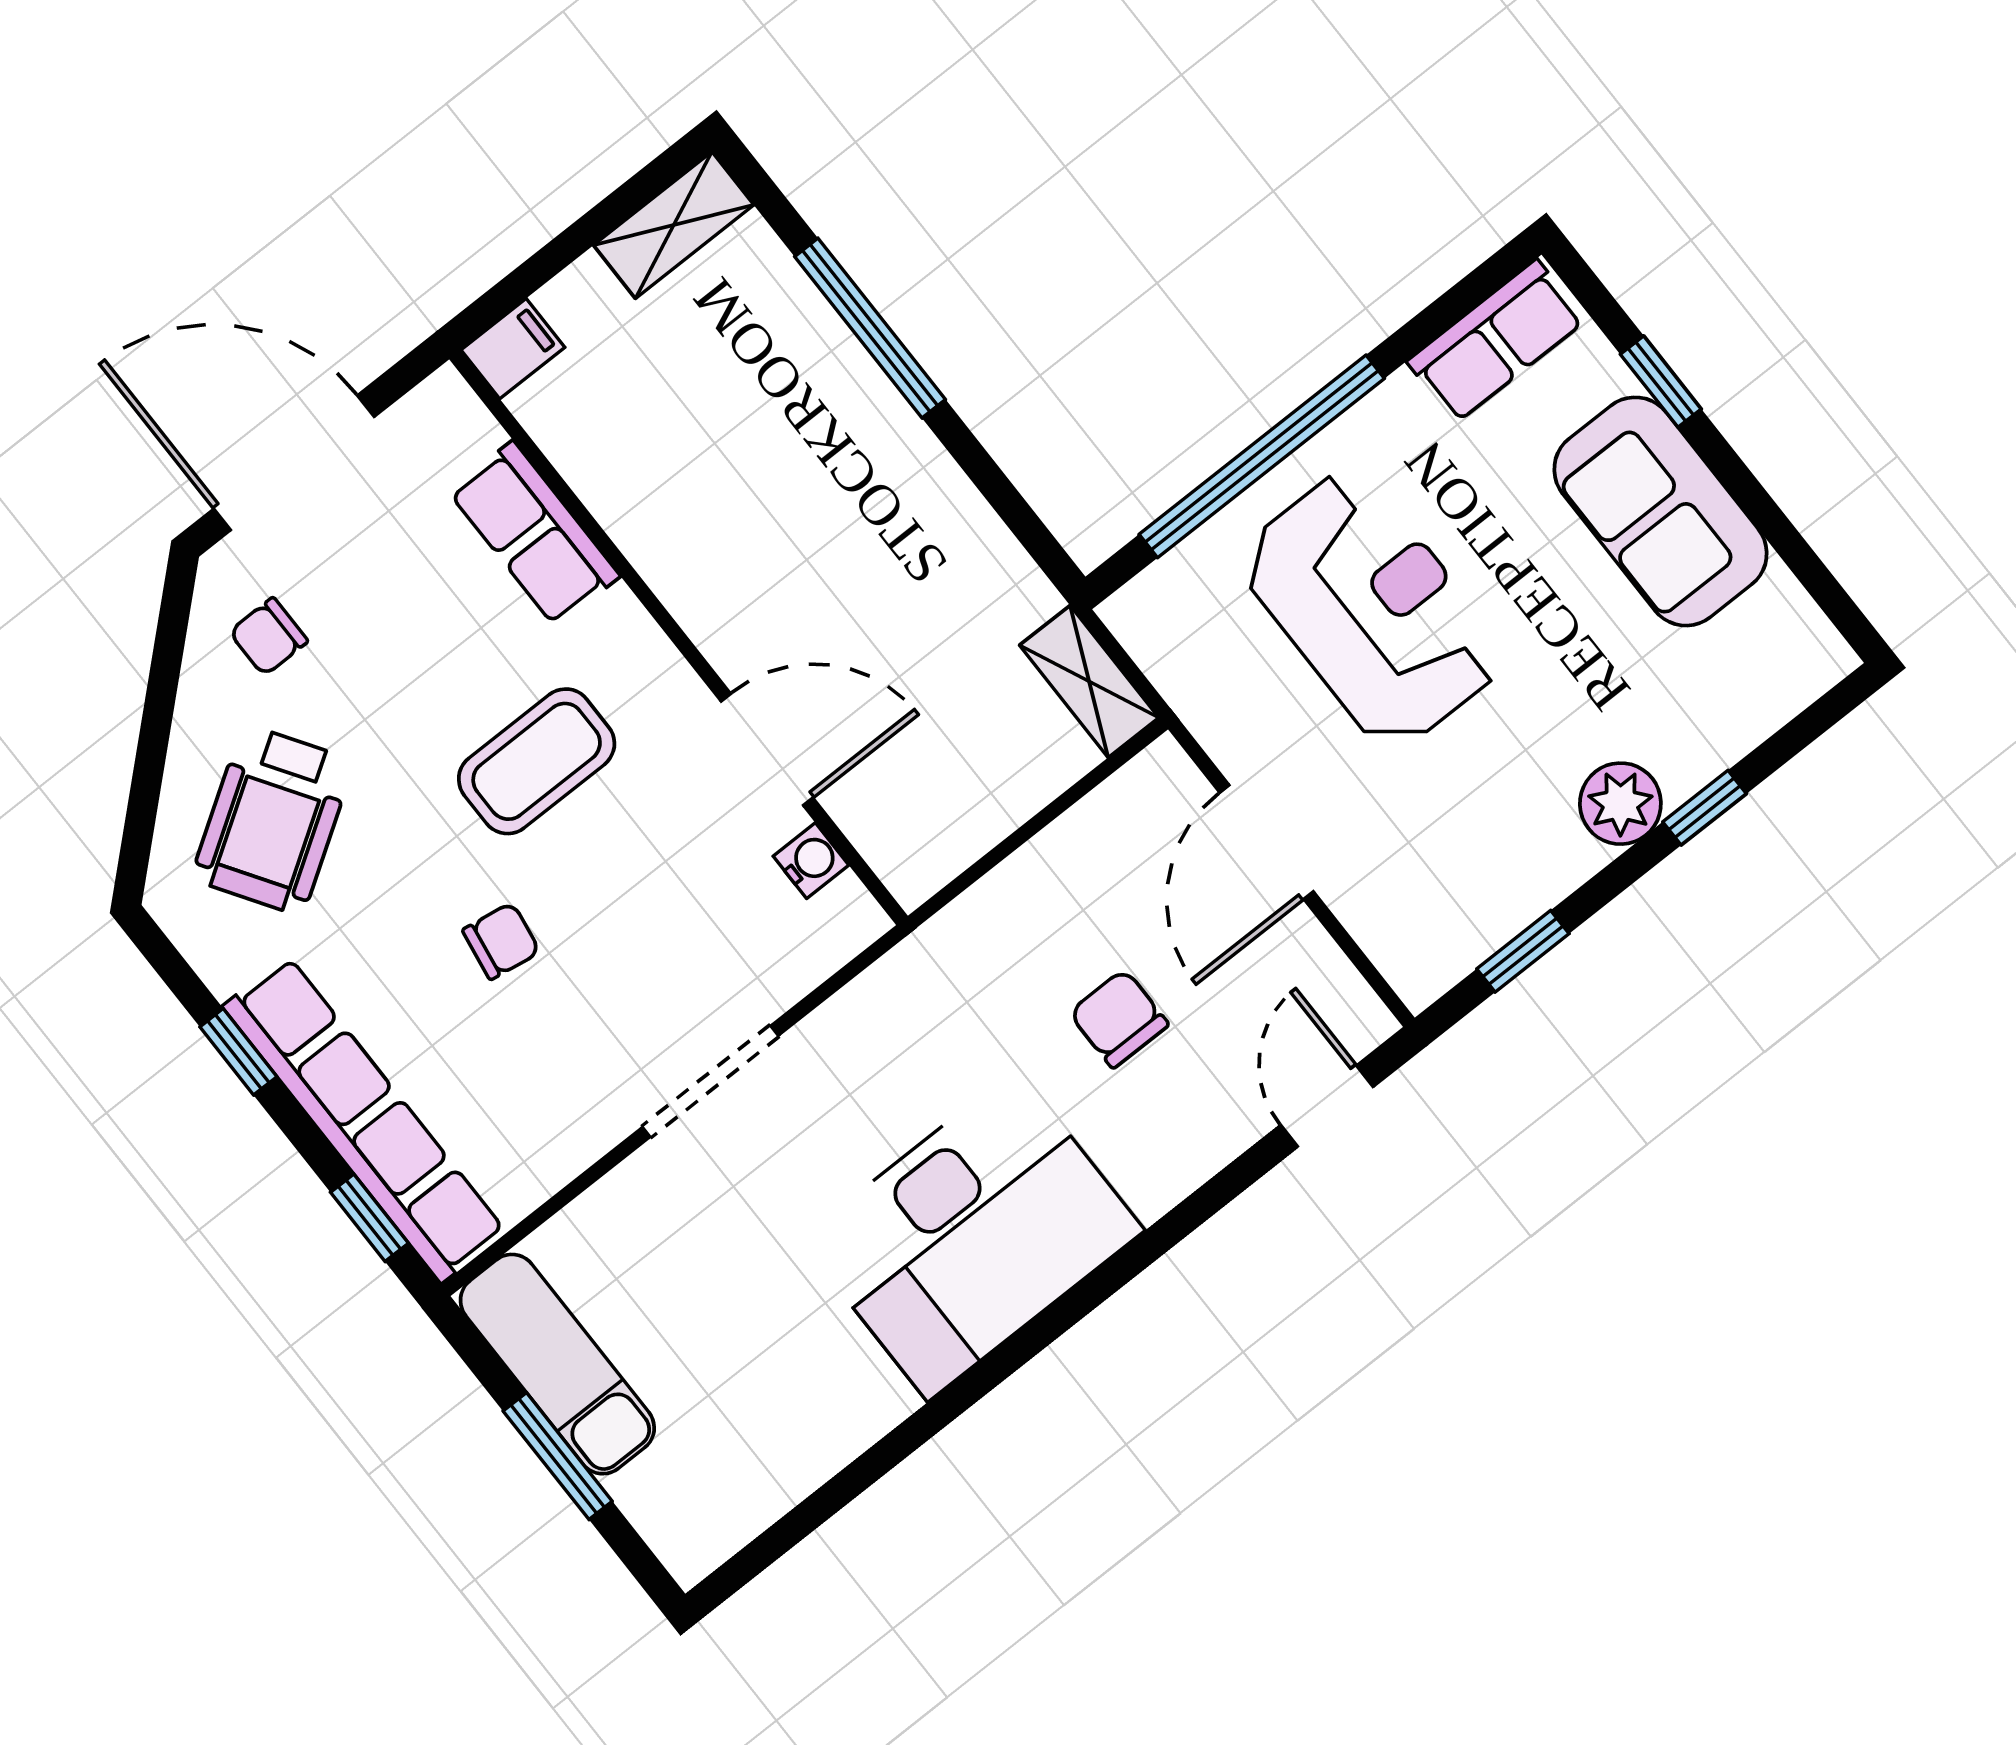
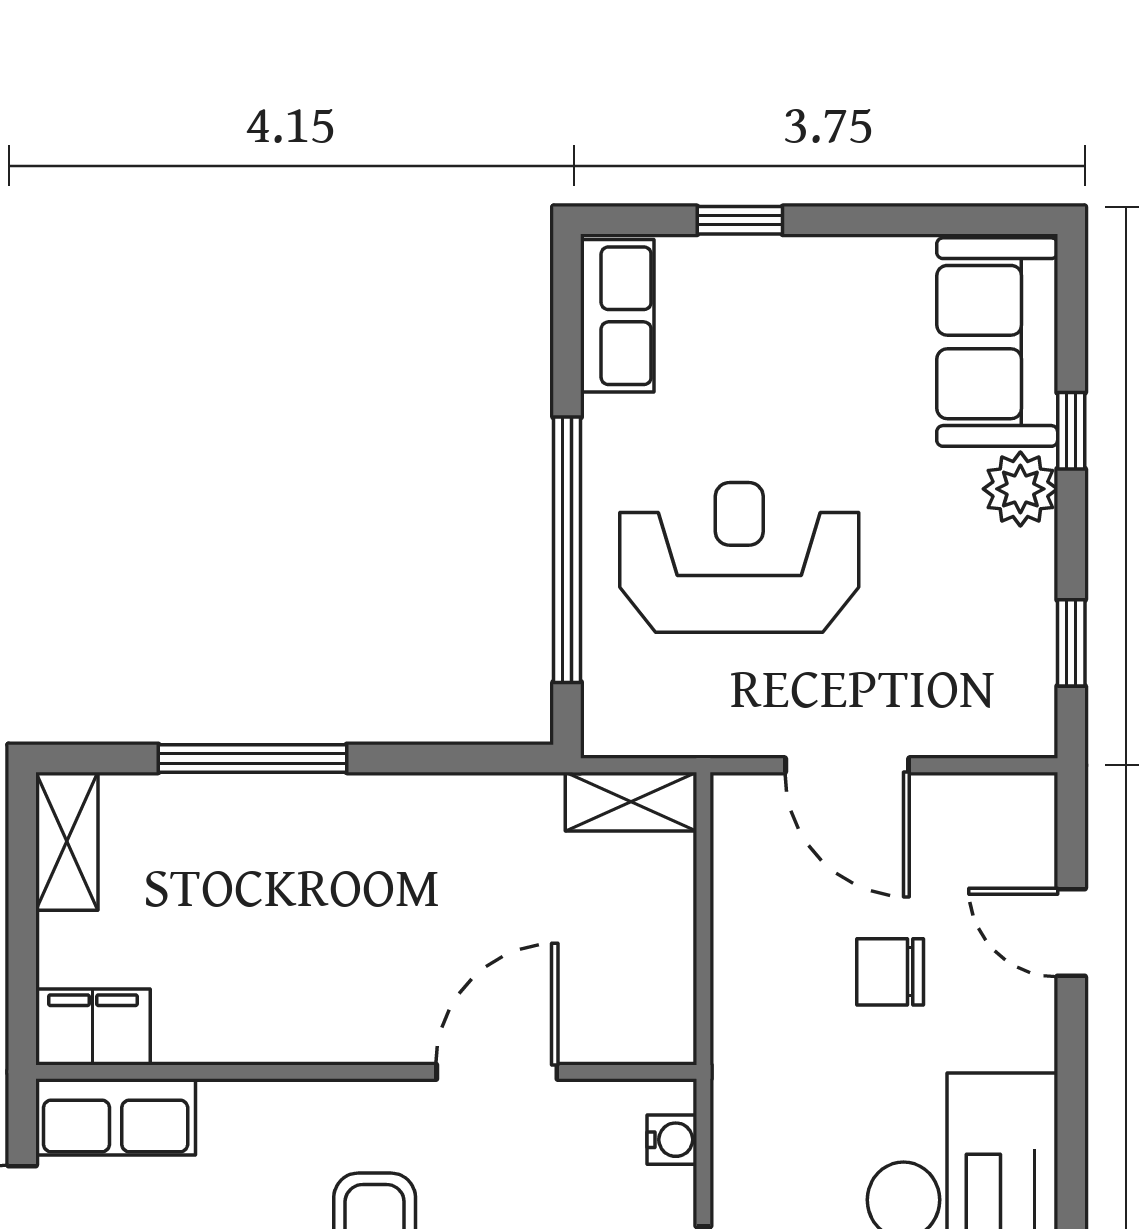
filing cabinet: (513, 349) -> (93, 1027), width x2.00
sofa: (1660, 511) -> (997, 342), moved, turned 90
row of seats: (534, 534) -> (116, 1117), moved
water cooler: (811, 861) -> (672, 1140), moved, turned 90
door: (1327, 1106) -> (1071, 933), moved

